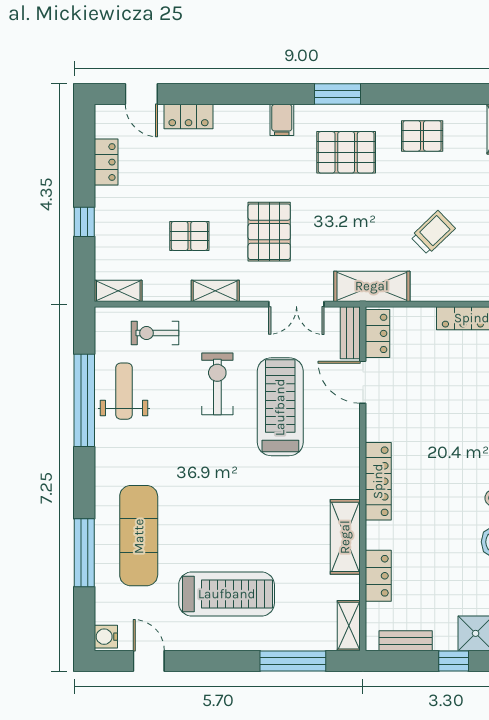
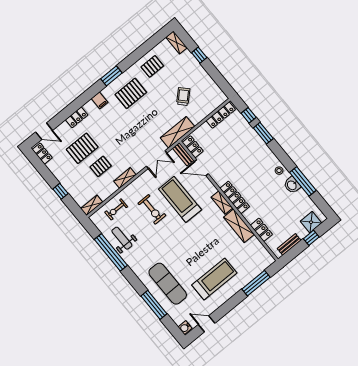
locker: (189, 117) -> (77, 117), moved
locker: (106, 162) -> (42, 154), moved
pallet: (269, 232) -> (82, 148), moved, turned 90
exercise bike: (217, 384) -> (152, 209), turned 180
shelving: (349, 626) -> (222, 203), moved

